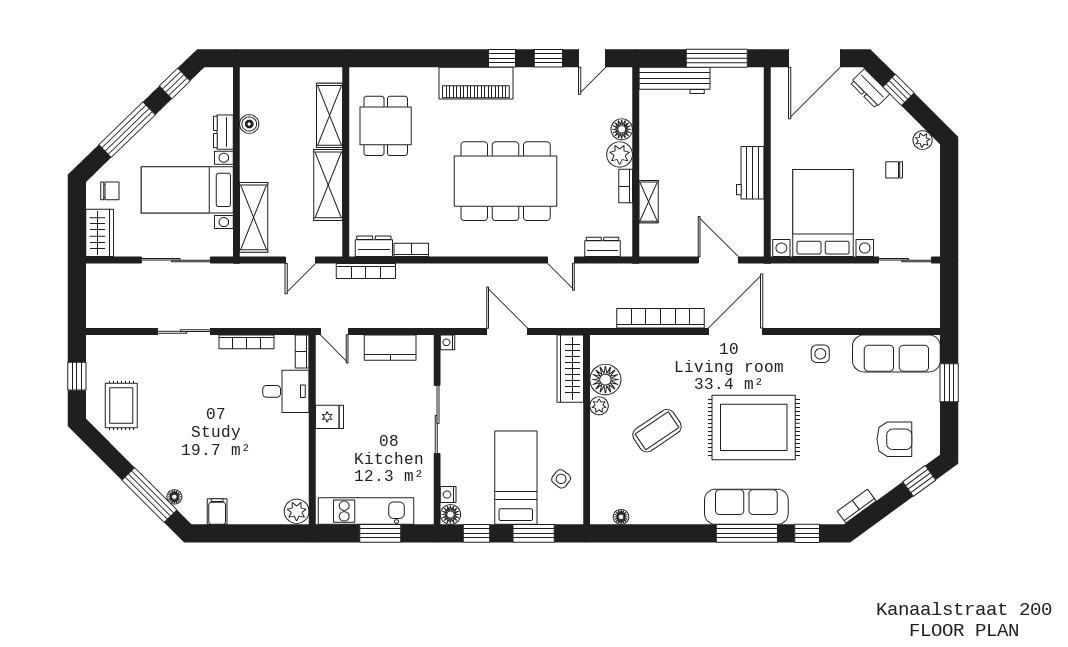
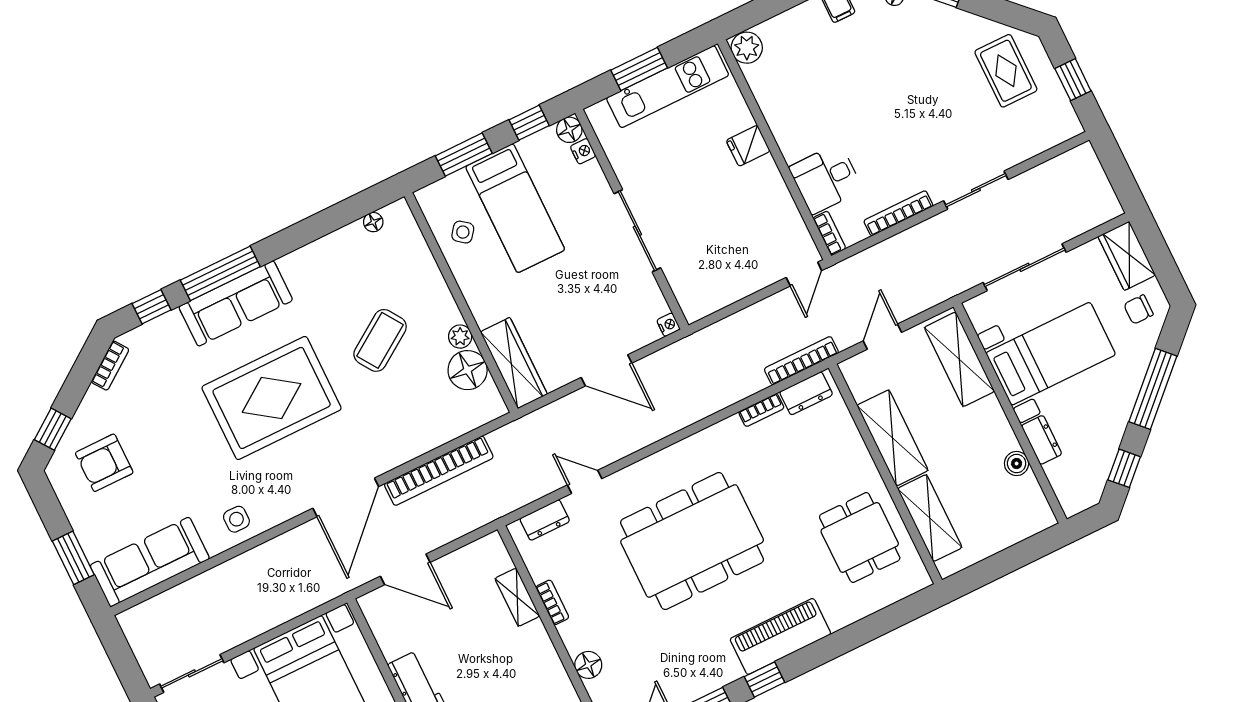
plant: (620, 154) -> (577, 635), removed
door: (334, 331) -> (804, 274), swing flipped
kitchen counter: (390, 348) -> (731, 287), removed
fridge: (329, 417) -> (748, 146), moved

